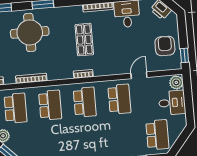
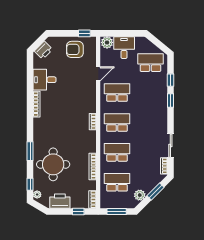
shop shelf: (84, 40) -> (63, 118), removed
door: (139, 75) -> (98, 74), swing flipped

